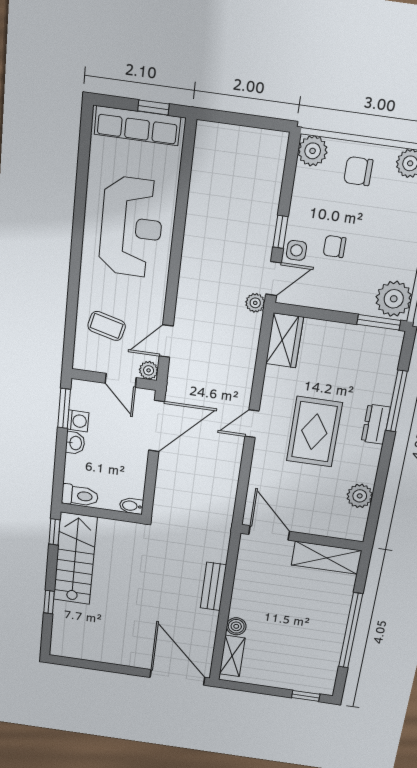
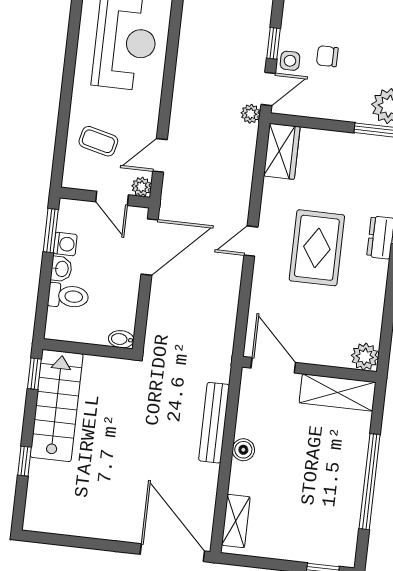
toilet: (80, 496) -> (68, 296), moved
plant: (360, 496) -> (365, 357), moved
bench: (213, 586) -> (214, 423), width x1.36
boiler: (236, 626) -> (243, 450), moved

